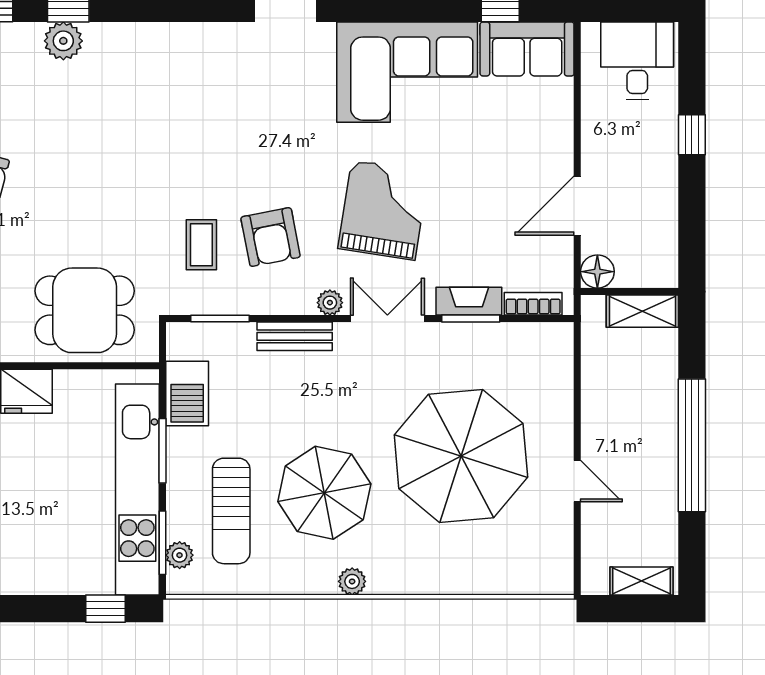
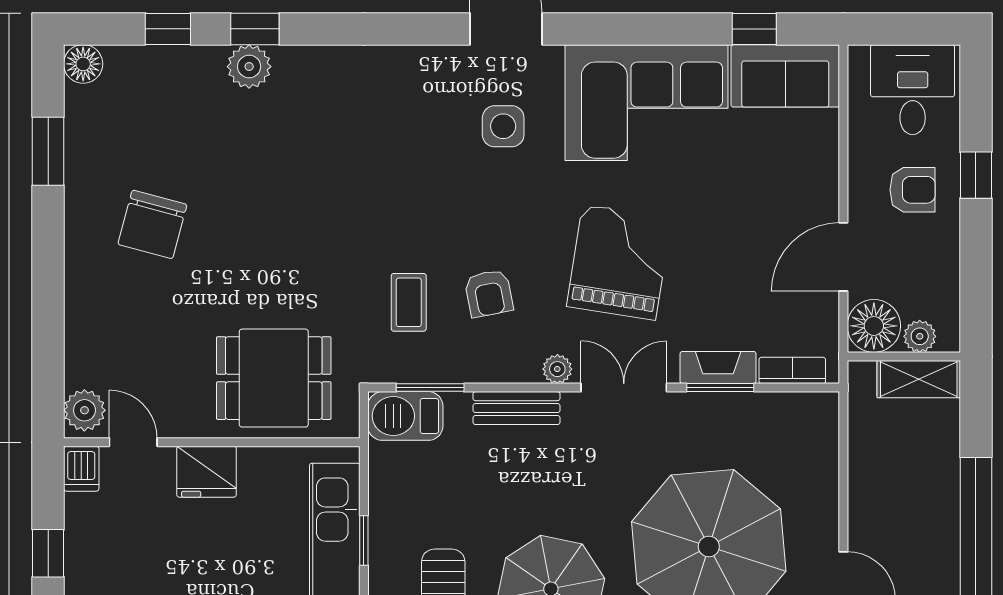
side table: (283, 93) -> (503, 126), added
armchair: (637, 147) -> (912, 190), added
armchair: (271, 237) -> (489, 293), width x0.72, depth x0.72
floor lamp: (597, 272) -> (874, 326), width x1.38, depth x1.38
plant: (643, 274) -> (920, 336), added
barbecue: (187, 394) -> (405, 416), moved, turned 90
window: (163, 451) -> (364, 540), width x0.67

